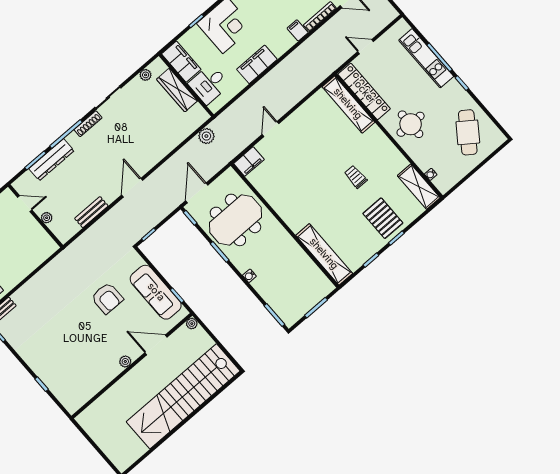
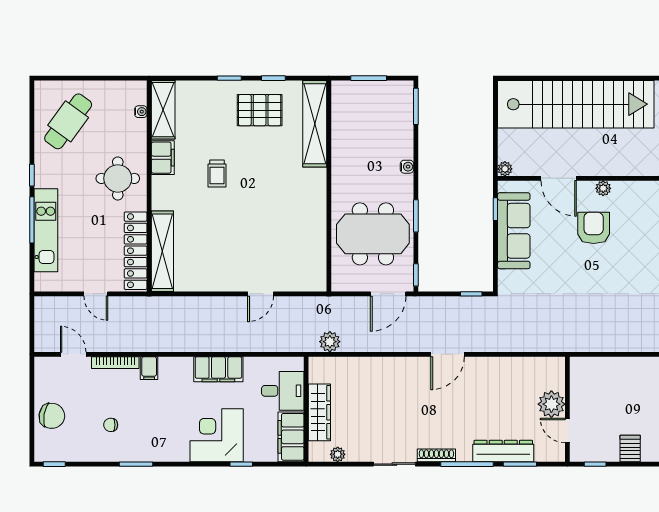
filing cabinet: (249, 161) -> (163, 158), moved, turned 90
bench: (91, 212) -> (509, 365), removed
plant: (47, 218) -> (551, 404), width x1.88, depth x1.88
pallet: (383, 218) -> (260, 110), moved, turned 90
armchair: (107, 298) -> (594, 228), moved

